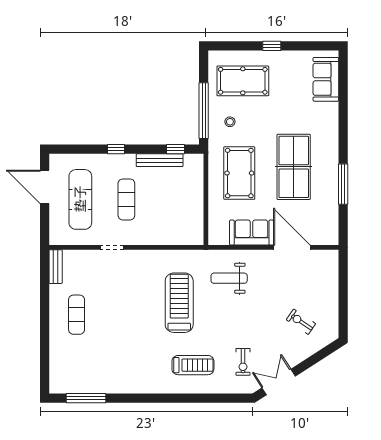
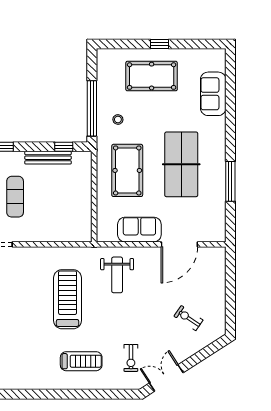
sofa: (326, 79) -> (213, 94), moved
pool table: (243, 81) -> (152, 76), moved
door: (292, 247) -> (179, 244), swing flipped
weight bench: (229, 278) -> (117, 275), turned -90

